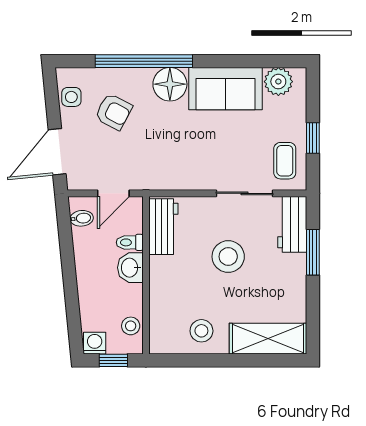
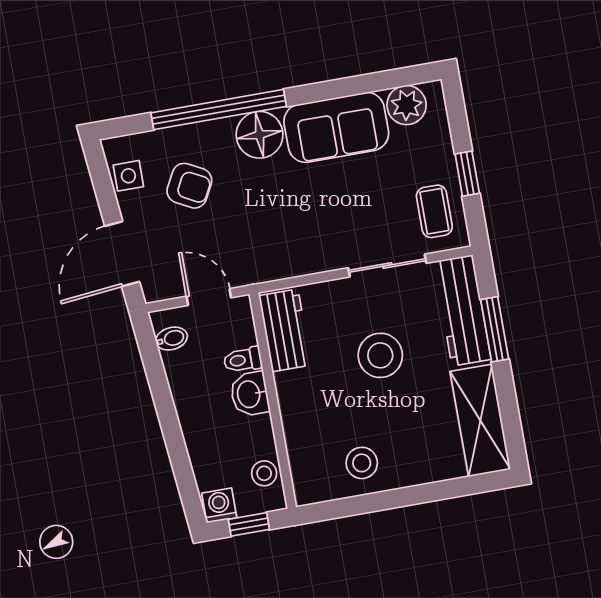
door: (113, 193) -> (209, 297), swing flipped
workbench: (292, 224) -> (462, 310), width x1.38
shelving: (268, 339) -> (480, 420), moved, turned 90

